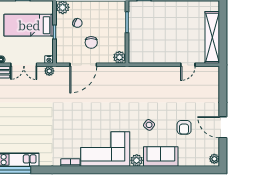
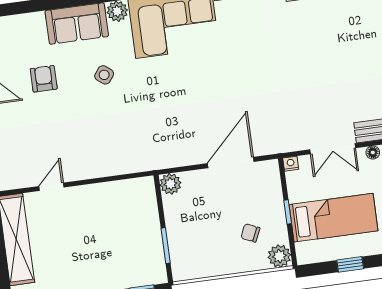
chair: (91, 42) -> (222, 203), removed
double door: (24, 65) -> (333, 149), swing flipped
plant: (49, 71) -> (288, 144), removed

